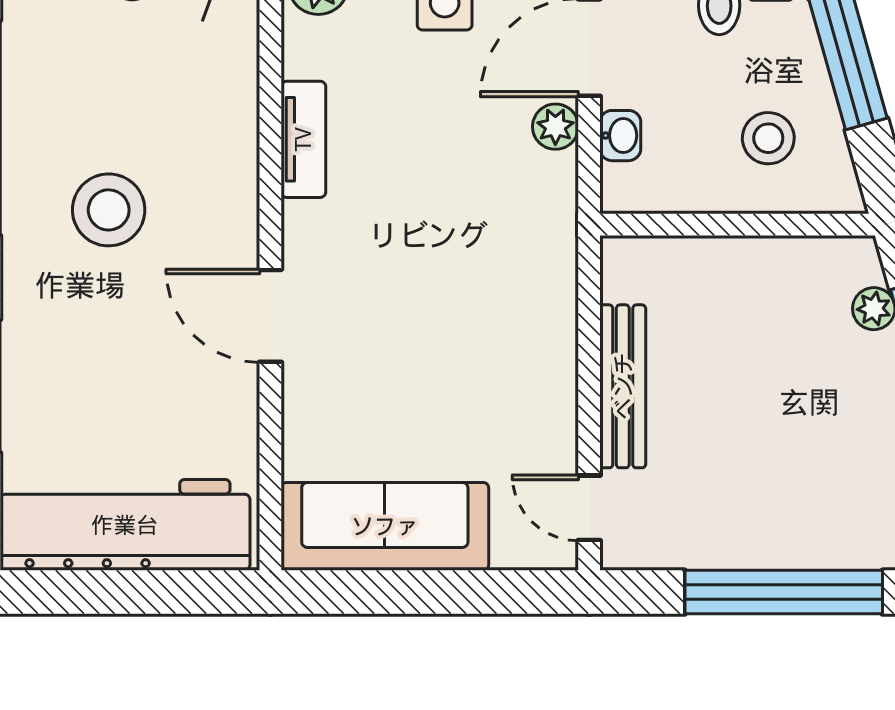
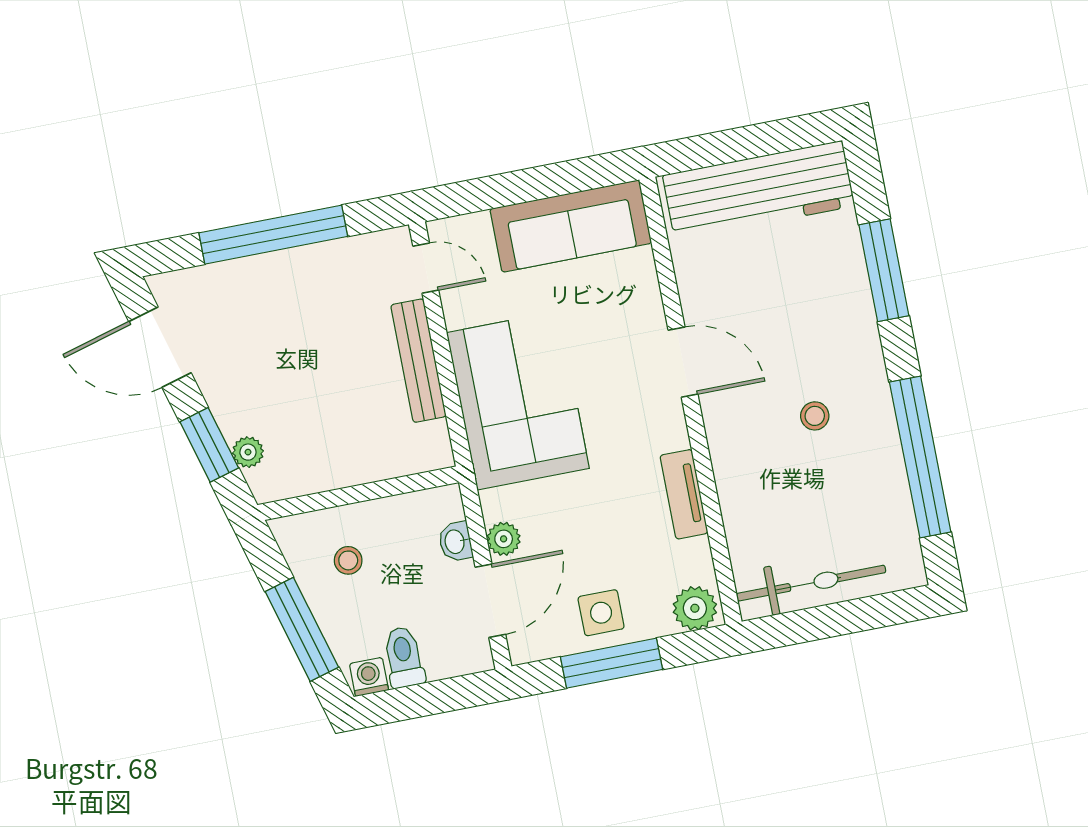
stool: (768, 138) -> (348, 560), width x0.73, depth x0.73
stool: (109, 210) -> (815, 416), width x0.53, depth x0.53
corner sofa: (500, 307) -> (518, 401), added

